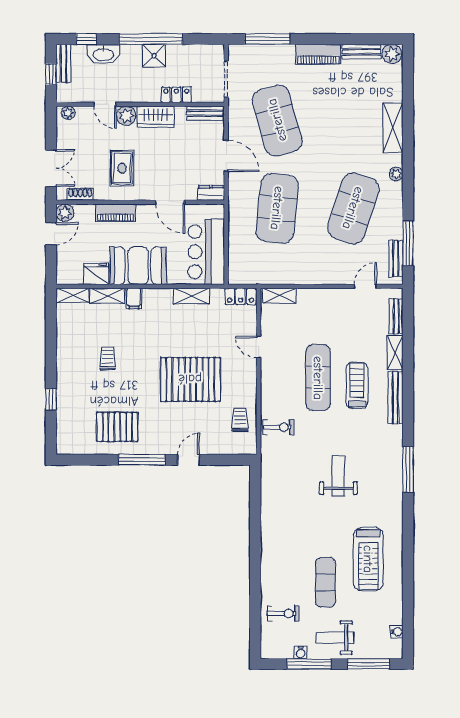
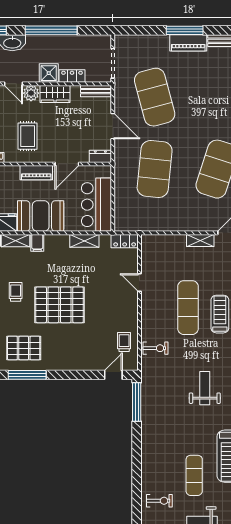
window: (267, 39) -> (185, 30), moved
shower: (154, 56) -> (49, 73), moved
door: (170, 202) -> (67, 164), hinge flipped
piano: (115, 213) -> (36, 173), moved
shelving: (280, 296) -> (200, 240), moved
pallet: (190, 379) -> (60, 305), moved
window: (142, 460) -> (27, 375), moved
door: (189, 460) -> (113, 375), moved
window: (255, 493) -> (137, 402), added

